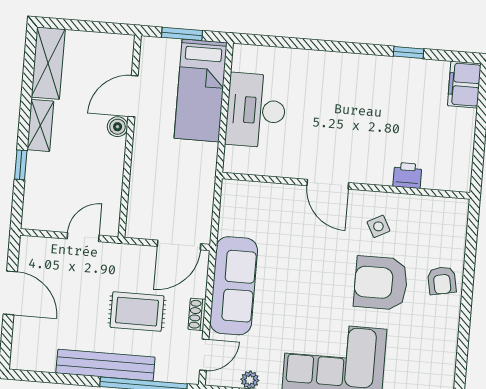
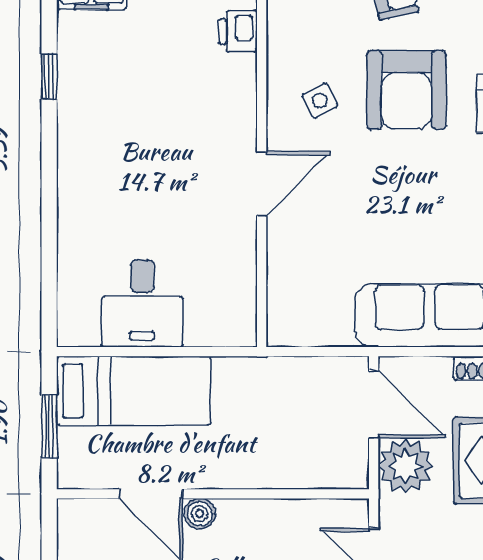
desk: (256, 110) -> (142, 303), width x0.73
printer: (407, 175) -> (238, 31), moved
plant: (137, 262) -> (405, 466), added

